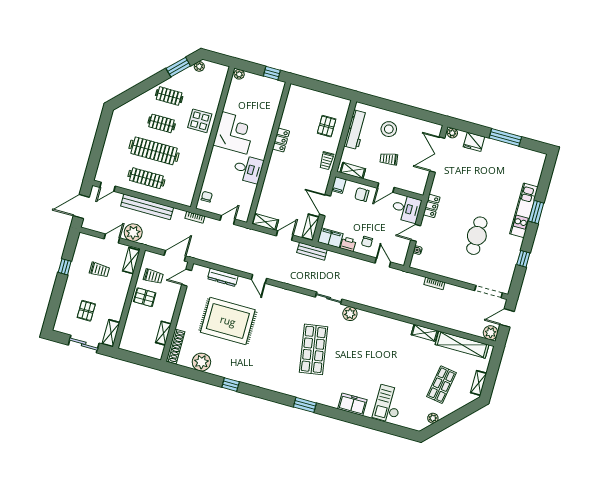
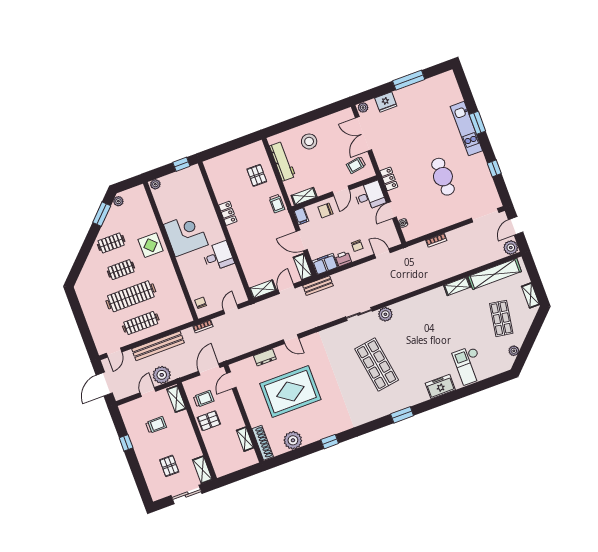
trolley: (389, 159) -> (356, 165), moved
dresser: (223, 277) -> (265, 357), width x0.70

